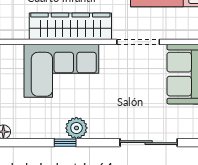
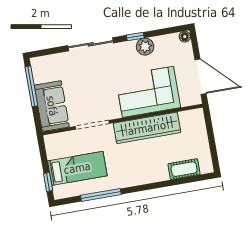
plant: (76, 128) -> (145, 47), moved
sliding door: (149, 143) -> (91, 44), moved

